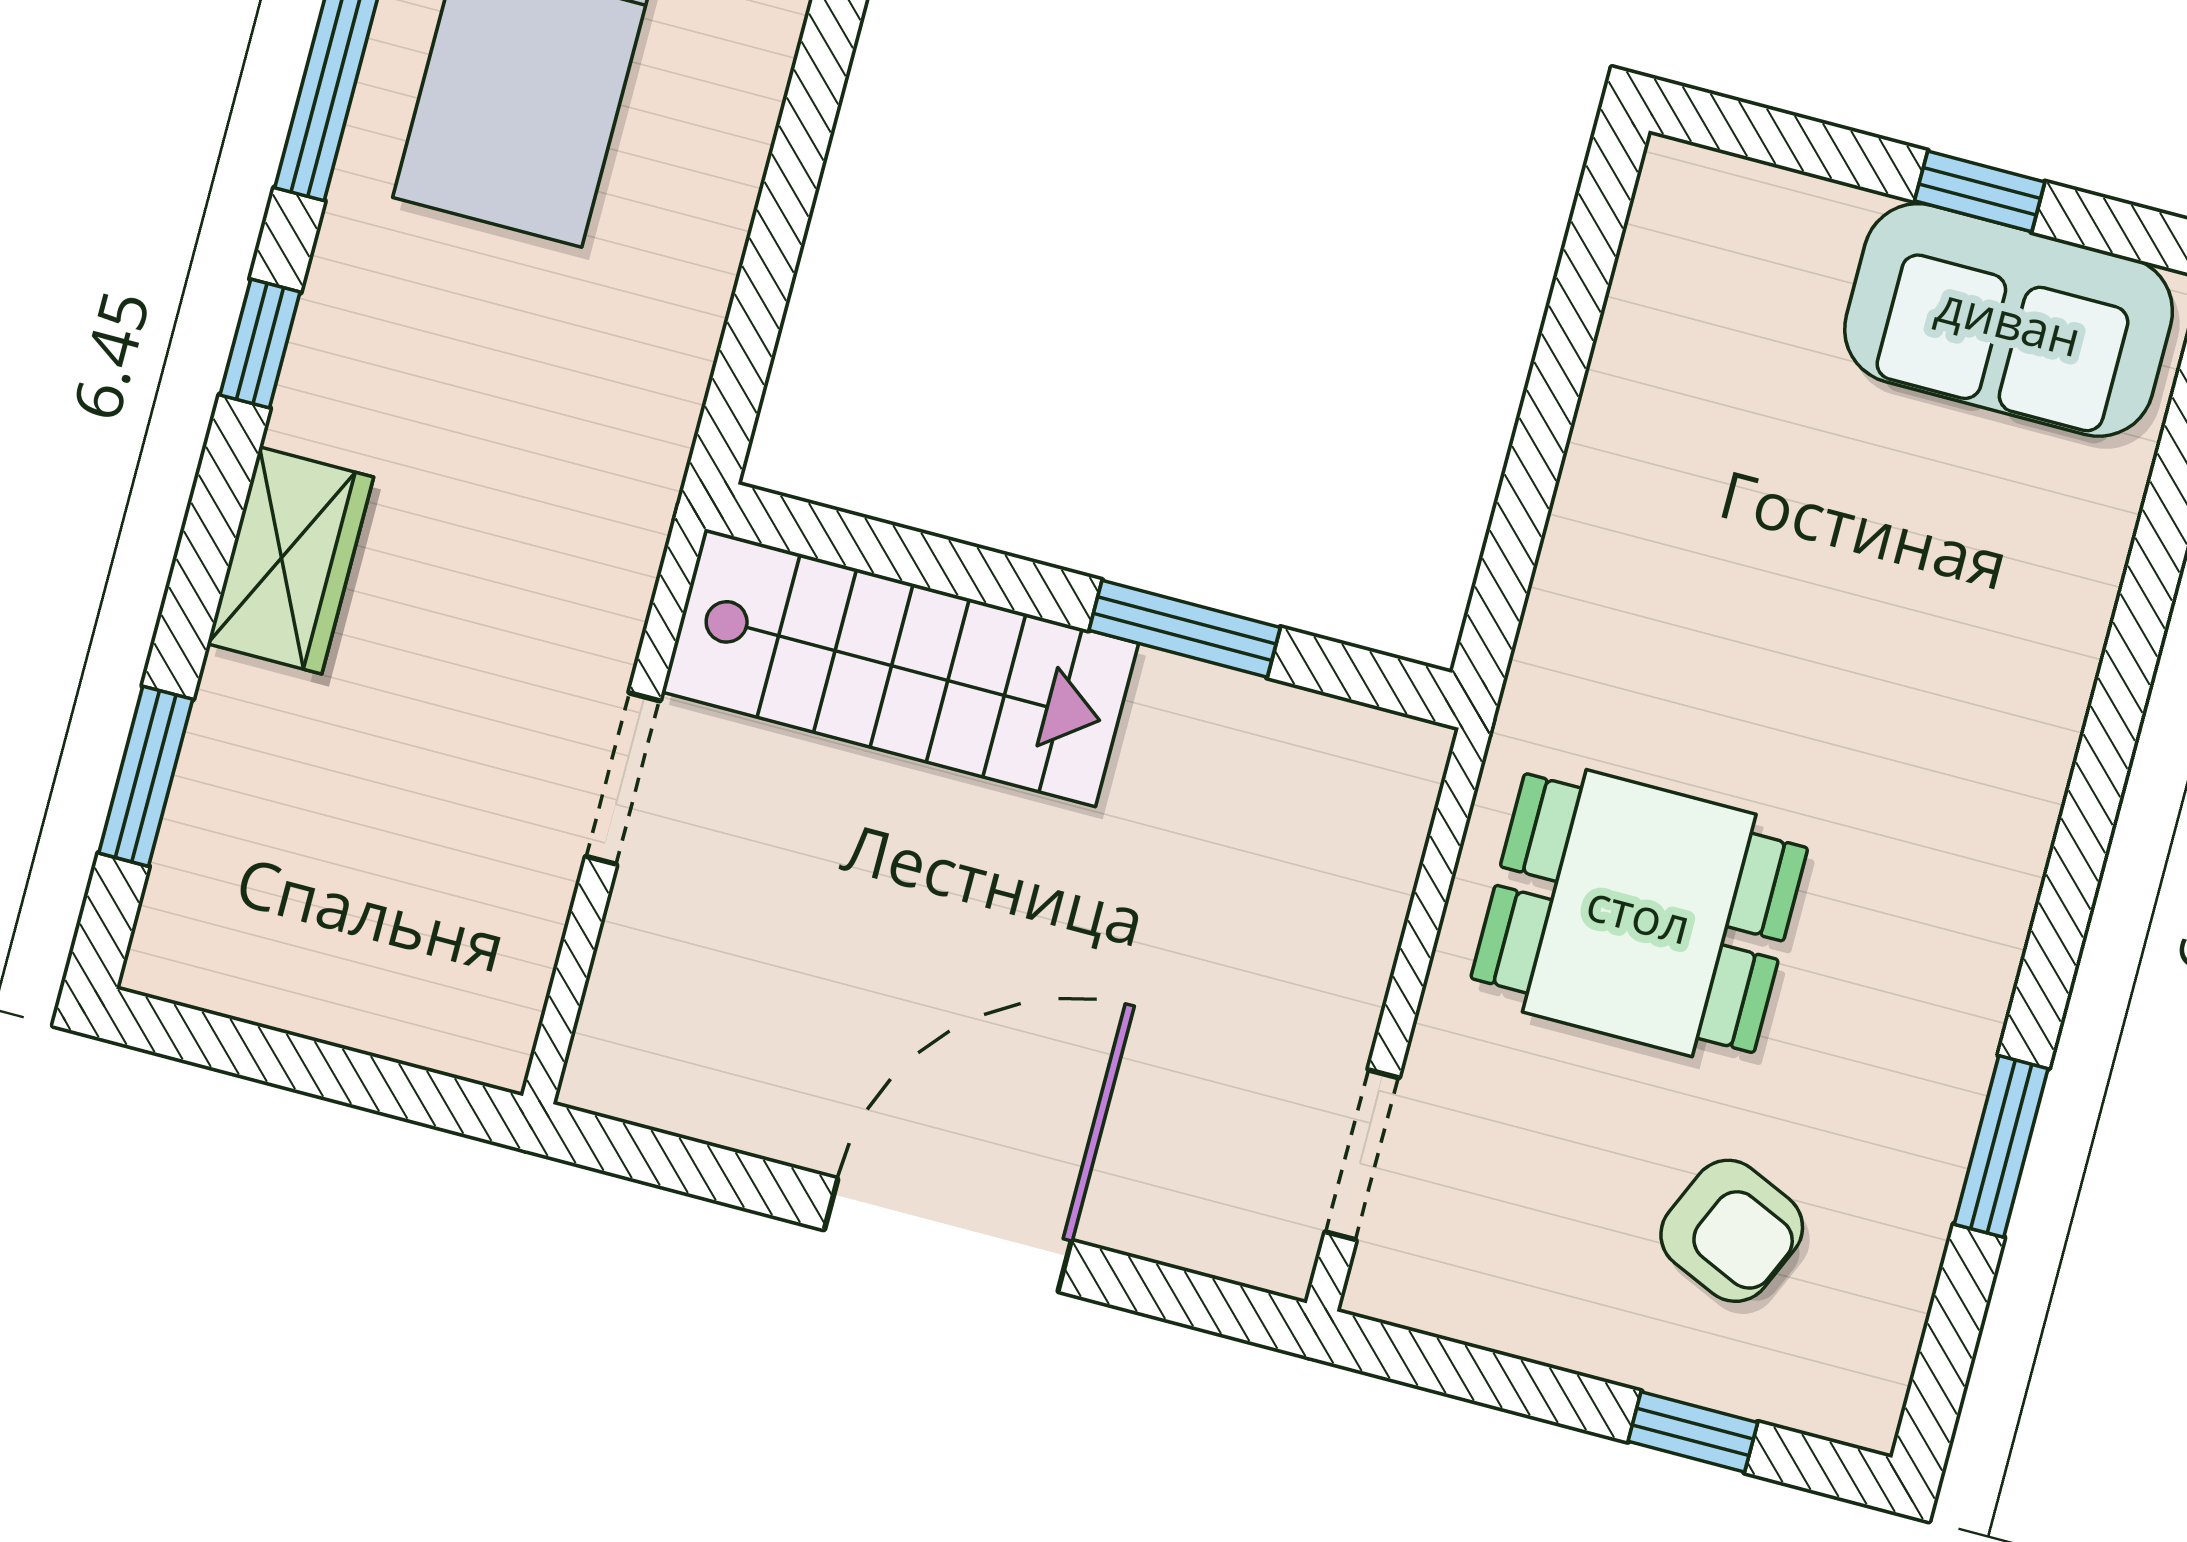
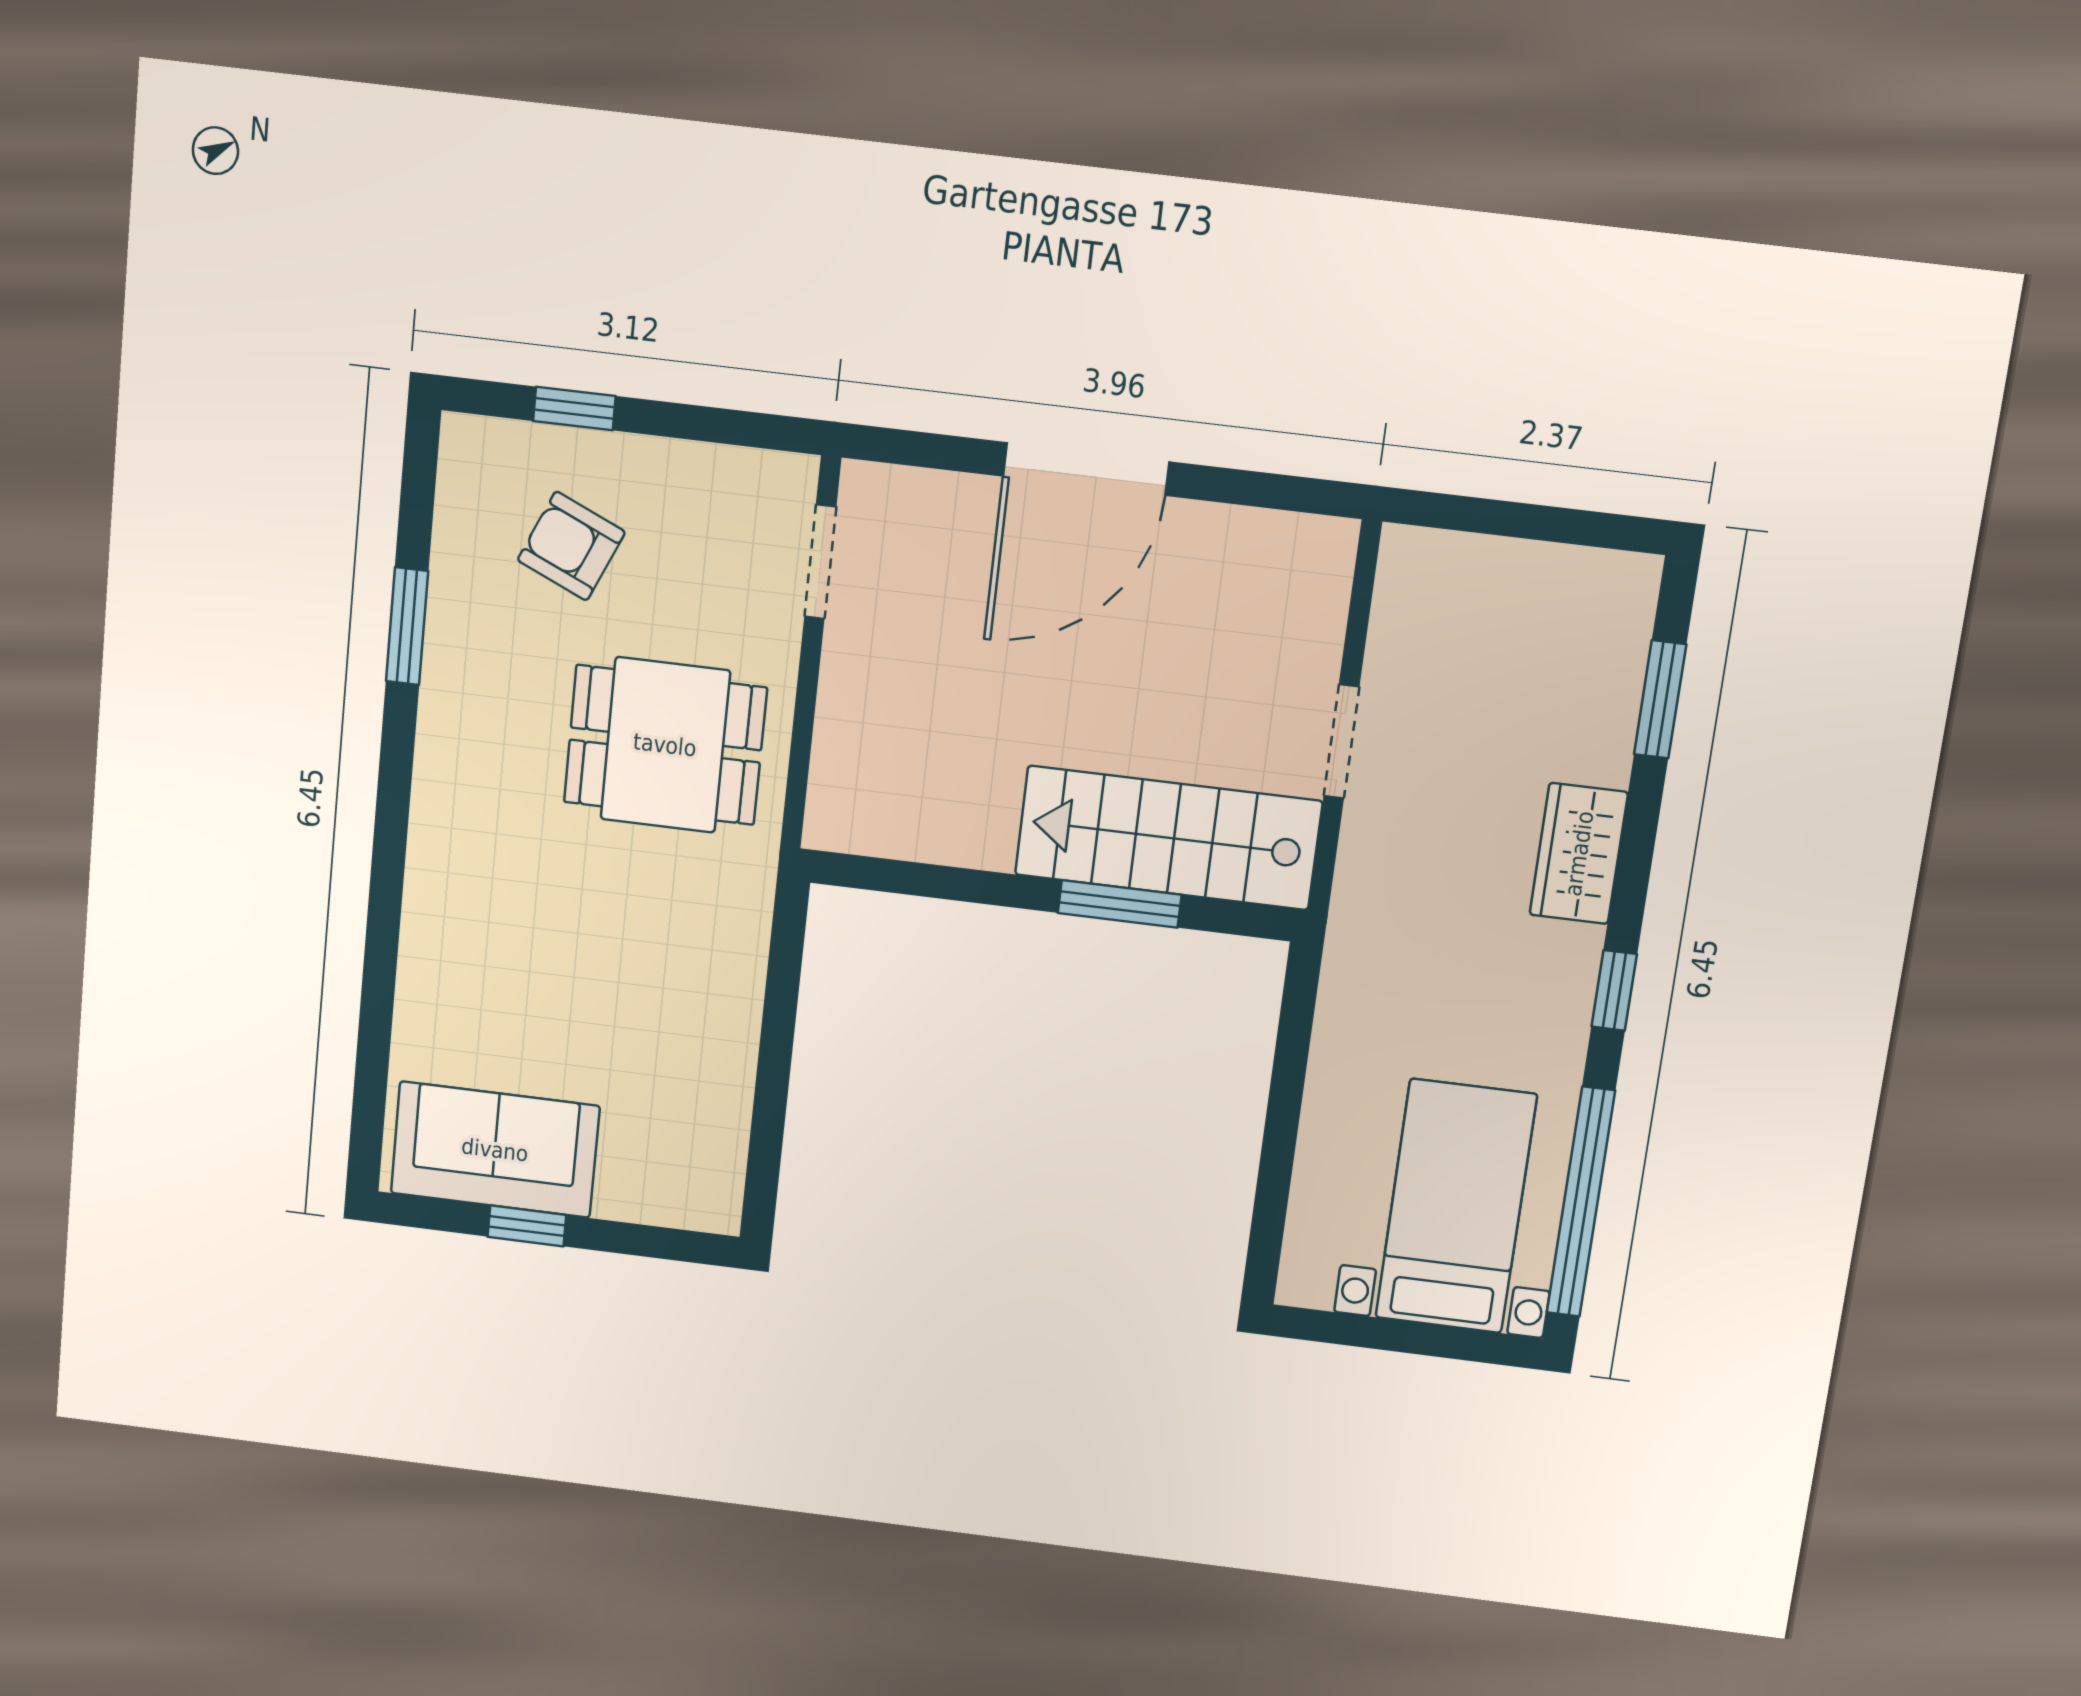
window: (1185, 629) -> (1120, 904), moved

